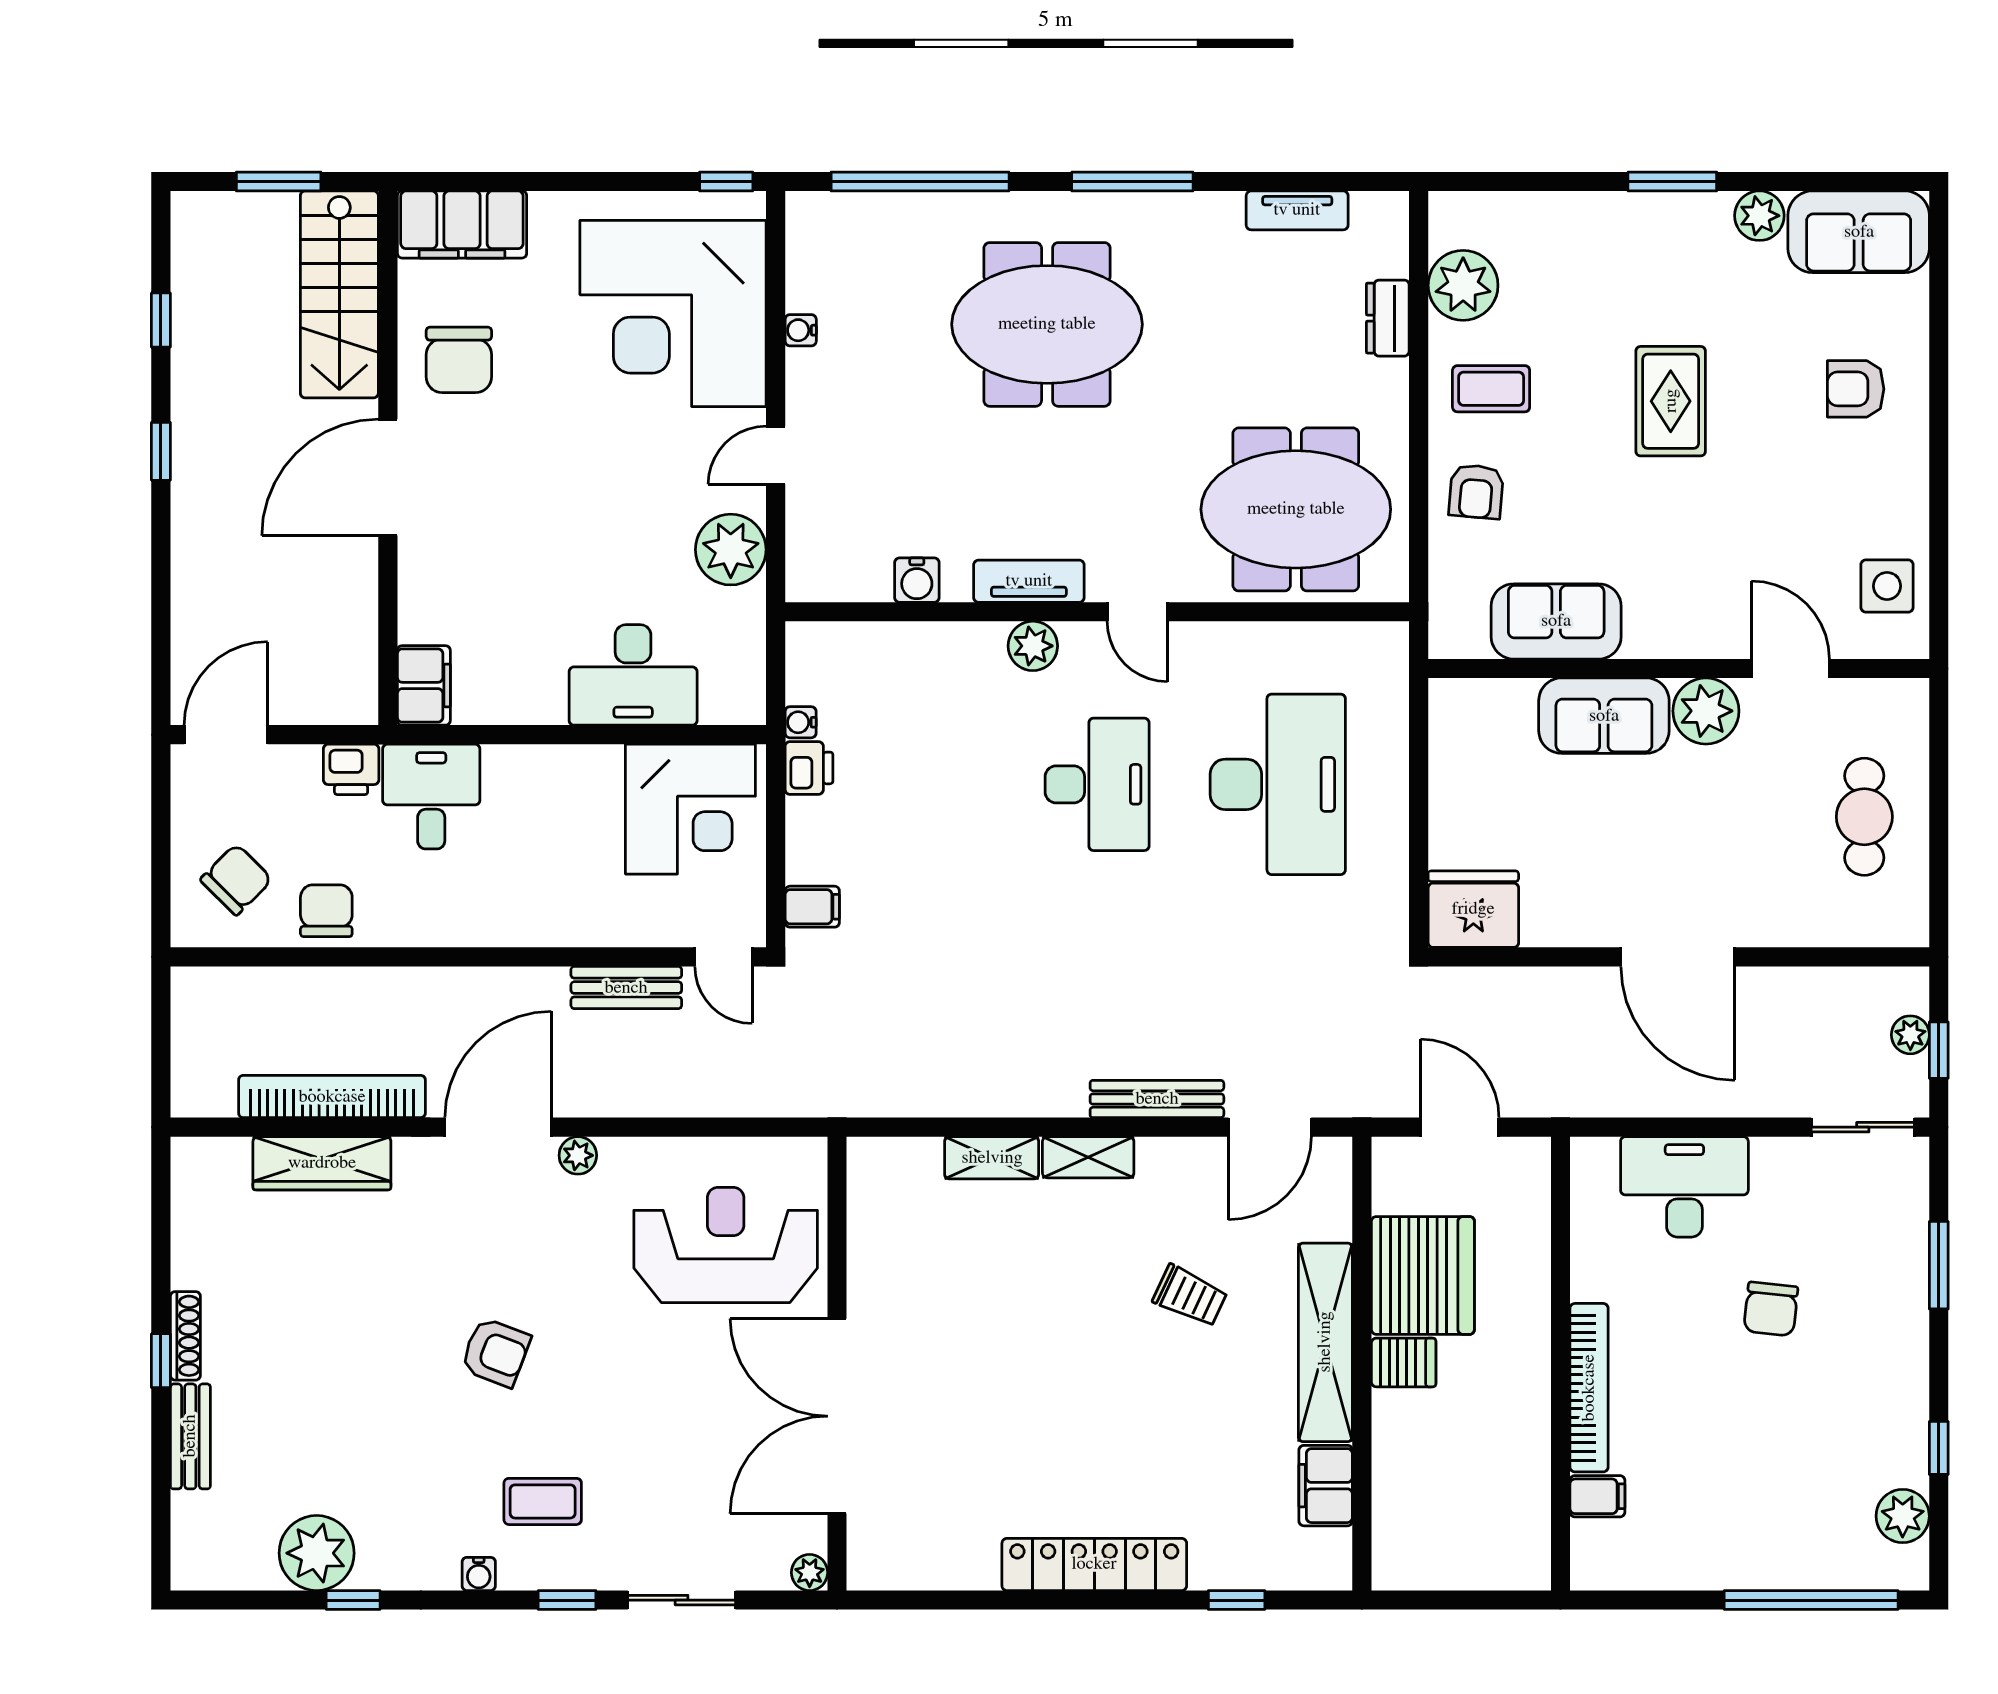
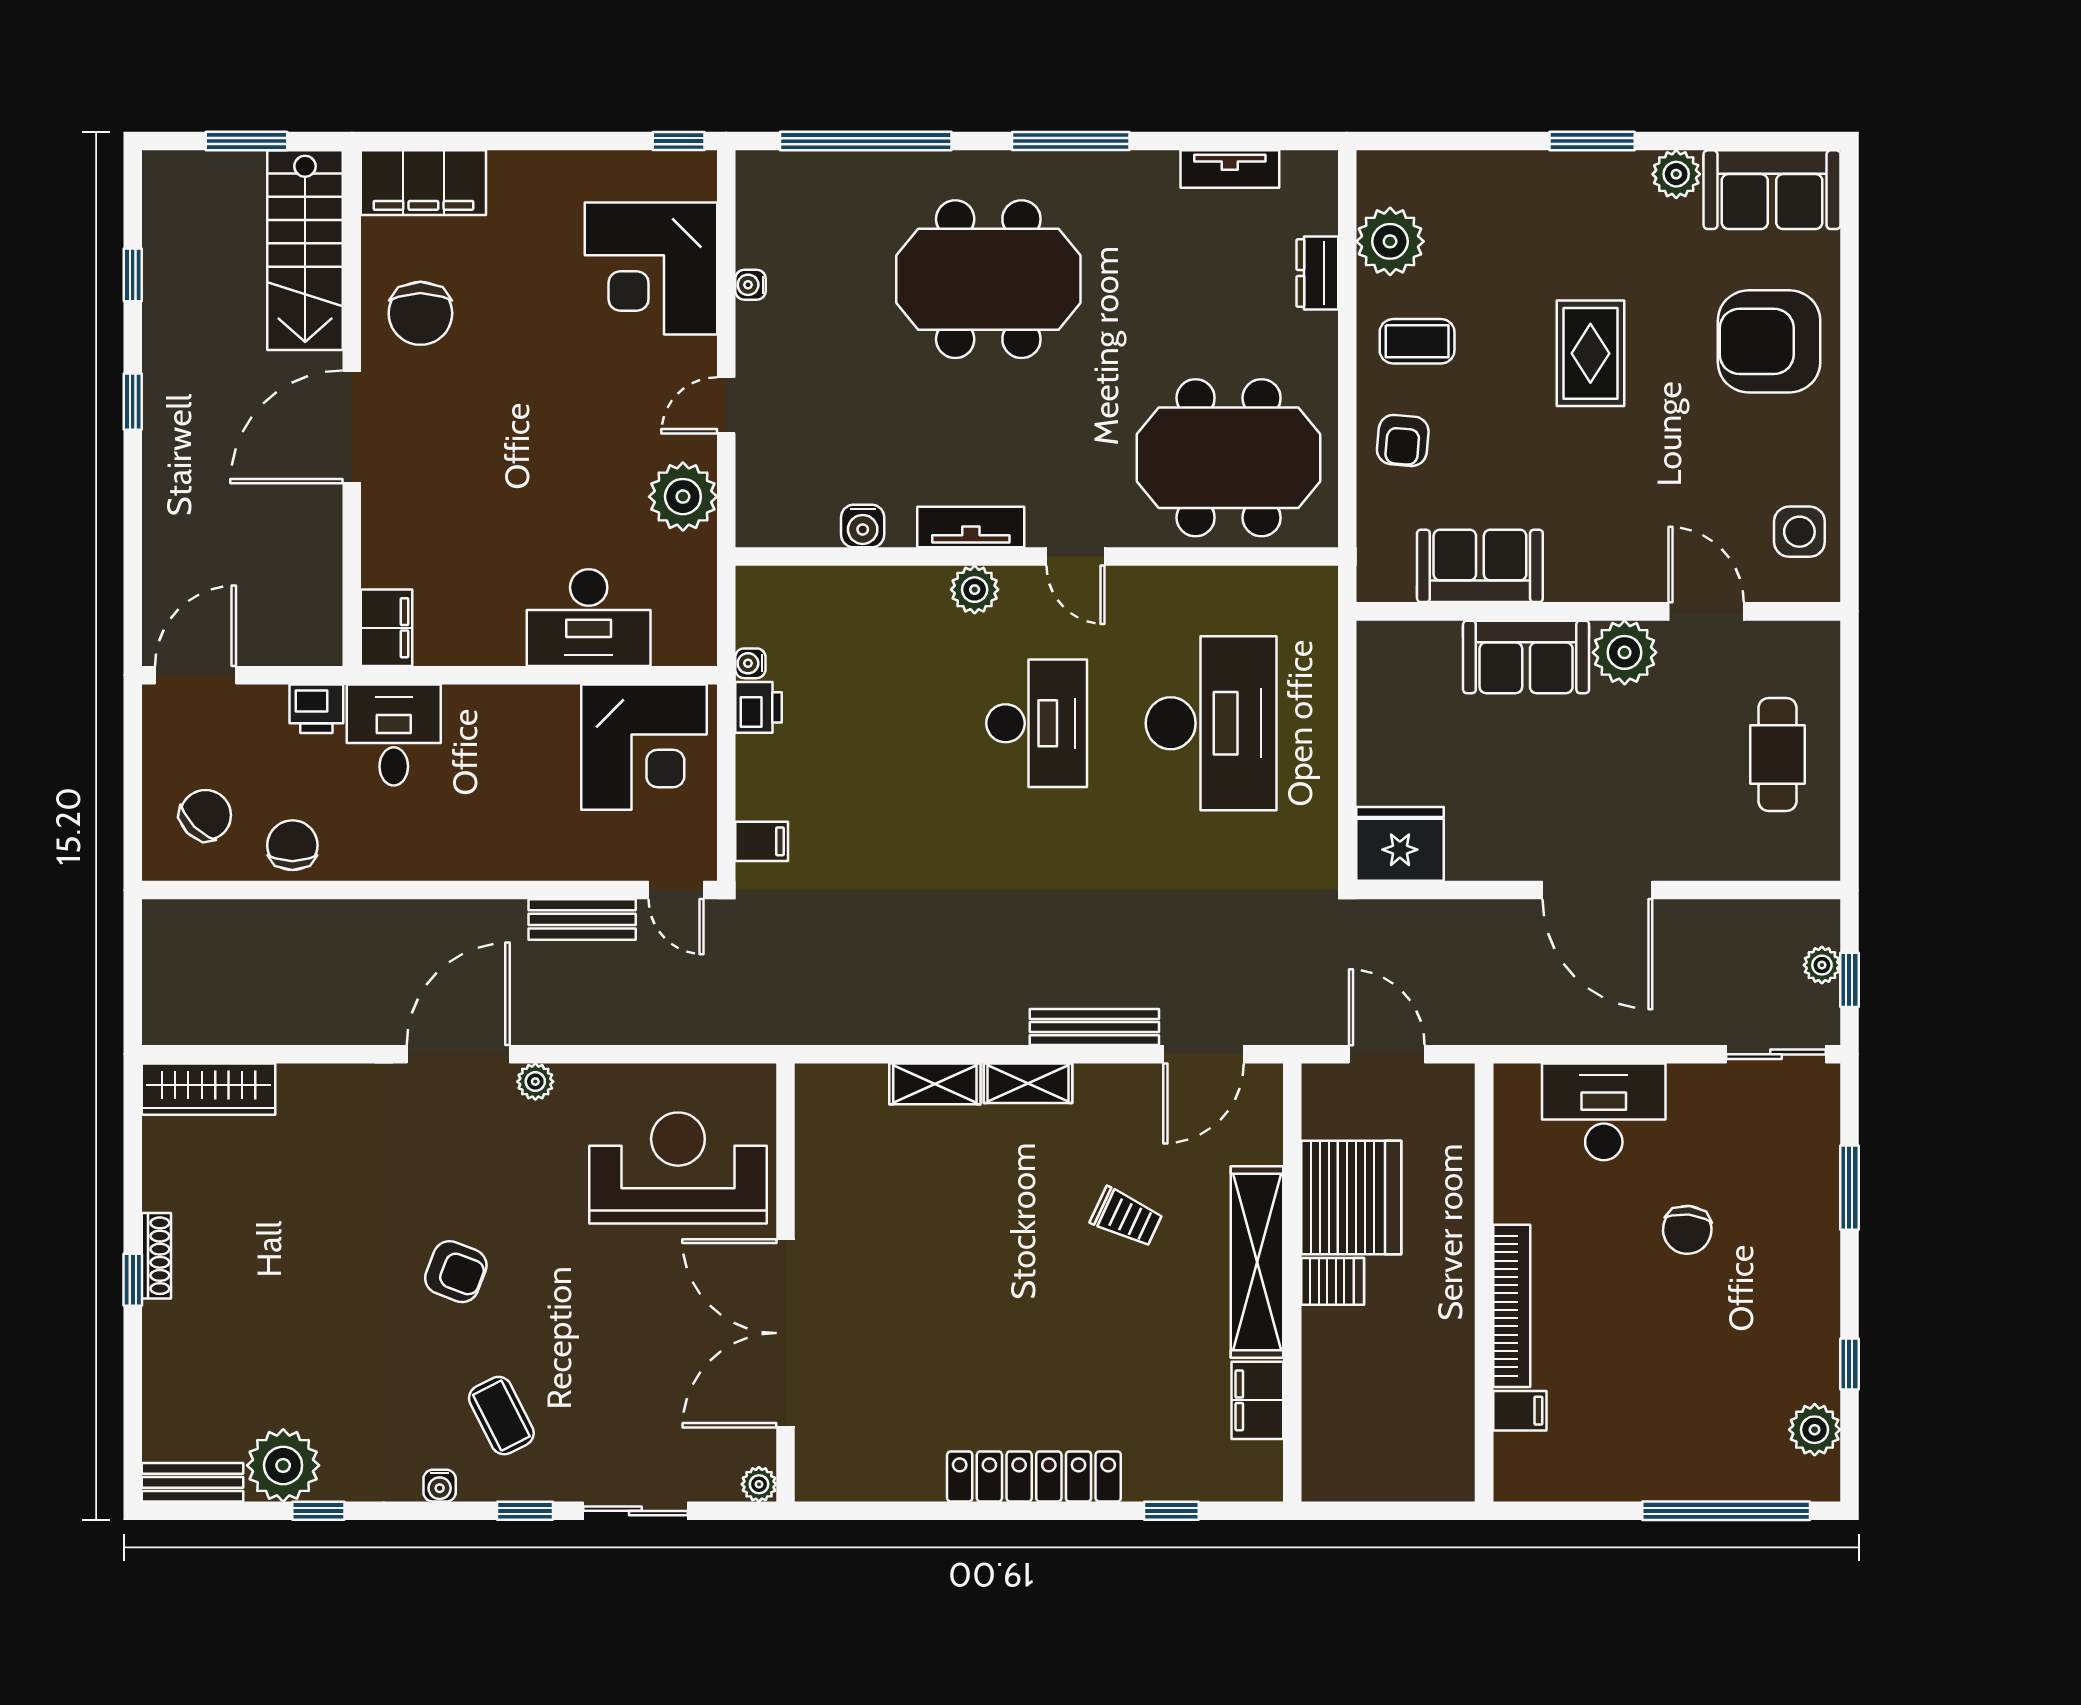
corner desk: (673, 313) -> (651, 269), width x0.74, depth x0.74
armchair: (1856, 389) -> (1769, 341), width x1.88, depth x1.88
bookcase: (332, 1097) -> (298, 1025), removed
wardrobe: (322, 1163) -> (208, 1089), moved
bench: (190, 1436) -> (192, 1482), moved, turned 90
coffee table: (543, 1501) -> (501, 1416), turned 63

